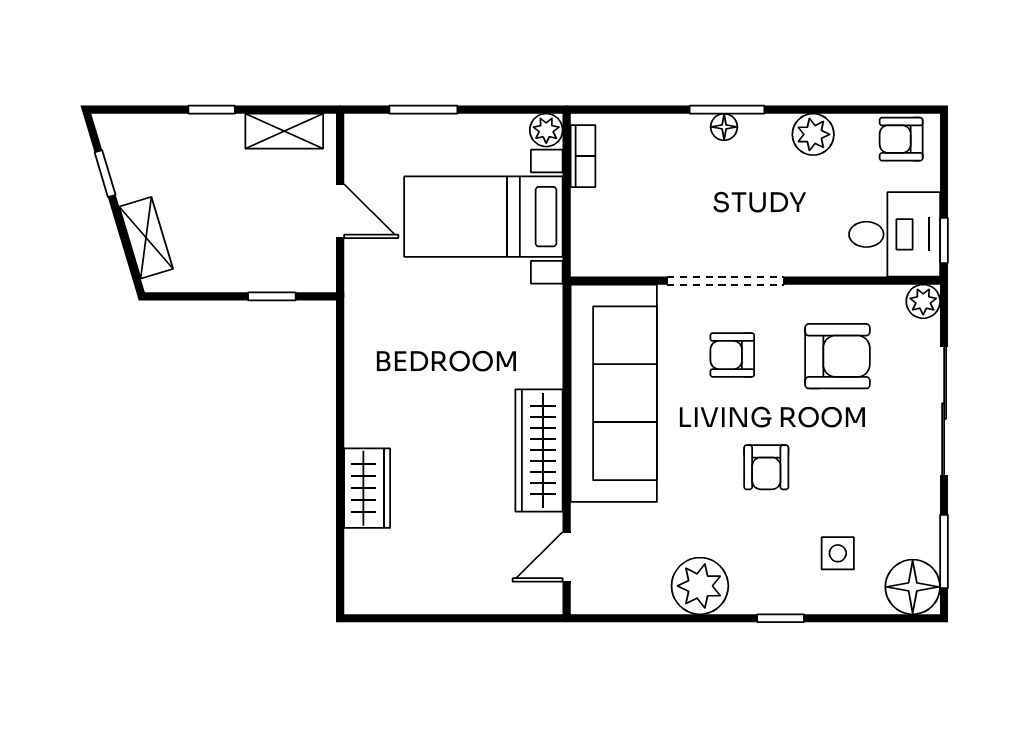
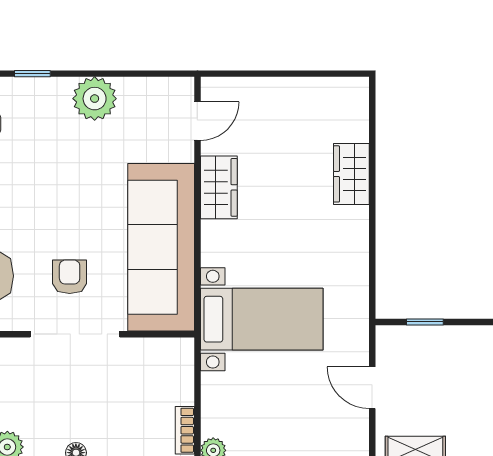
bed with nightstands: (483, 217) -> (262, 319), moved
armchair: (732, 355) -> (70, 277), turned -90
wardrobe: (539, 450) -> (219, 187), width x0.67
armchair: (766, 467) -> (43, 190), removed

